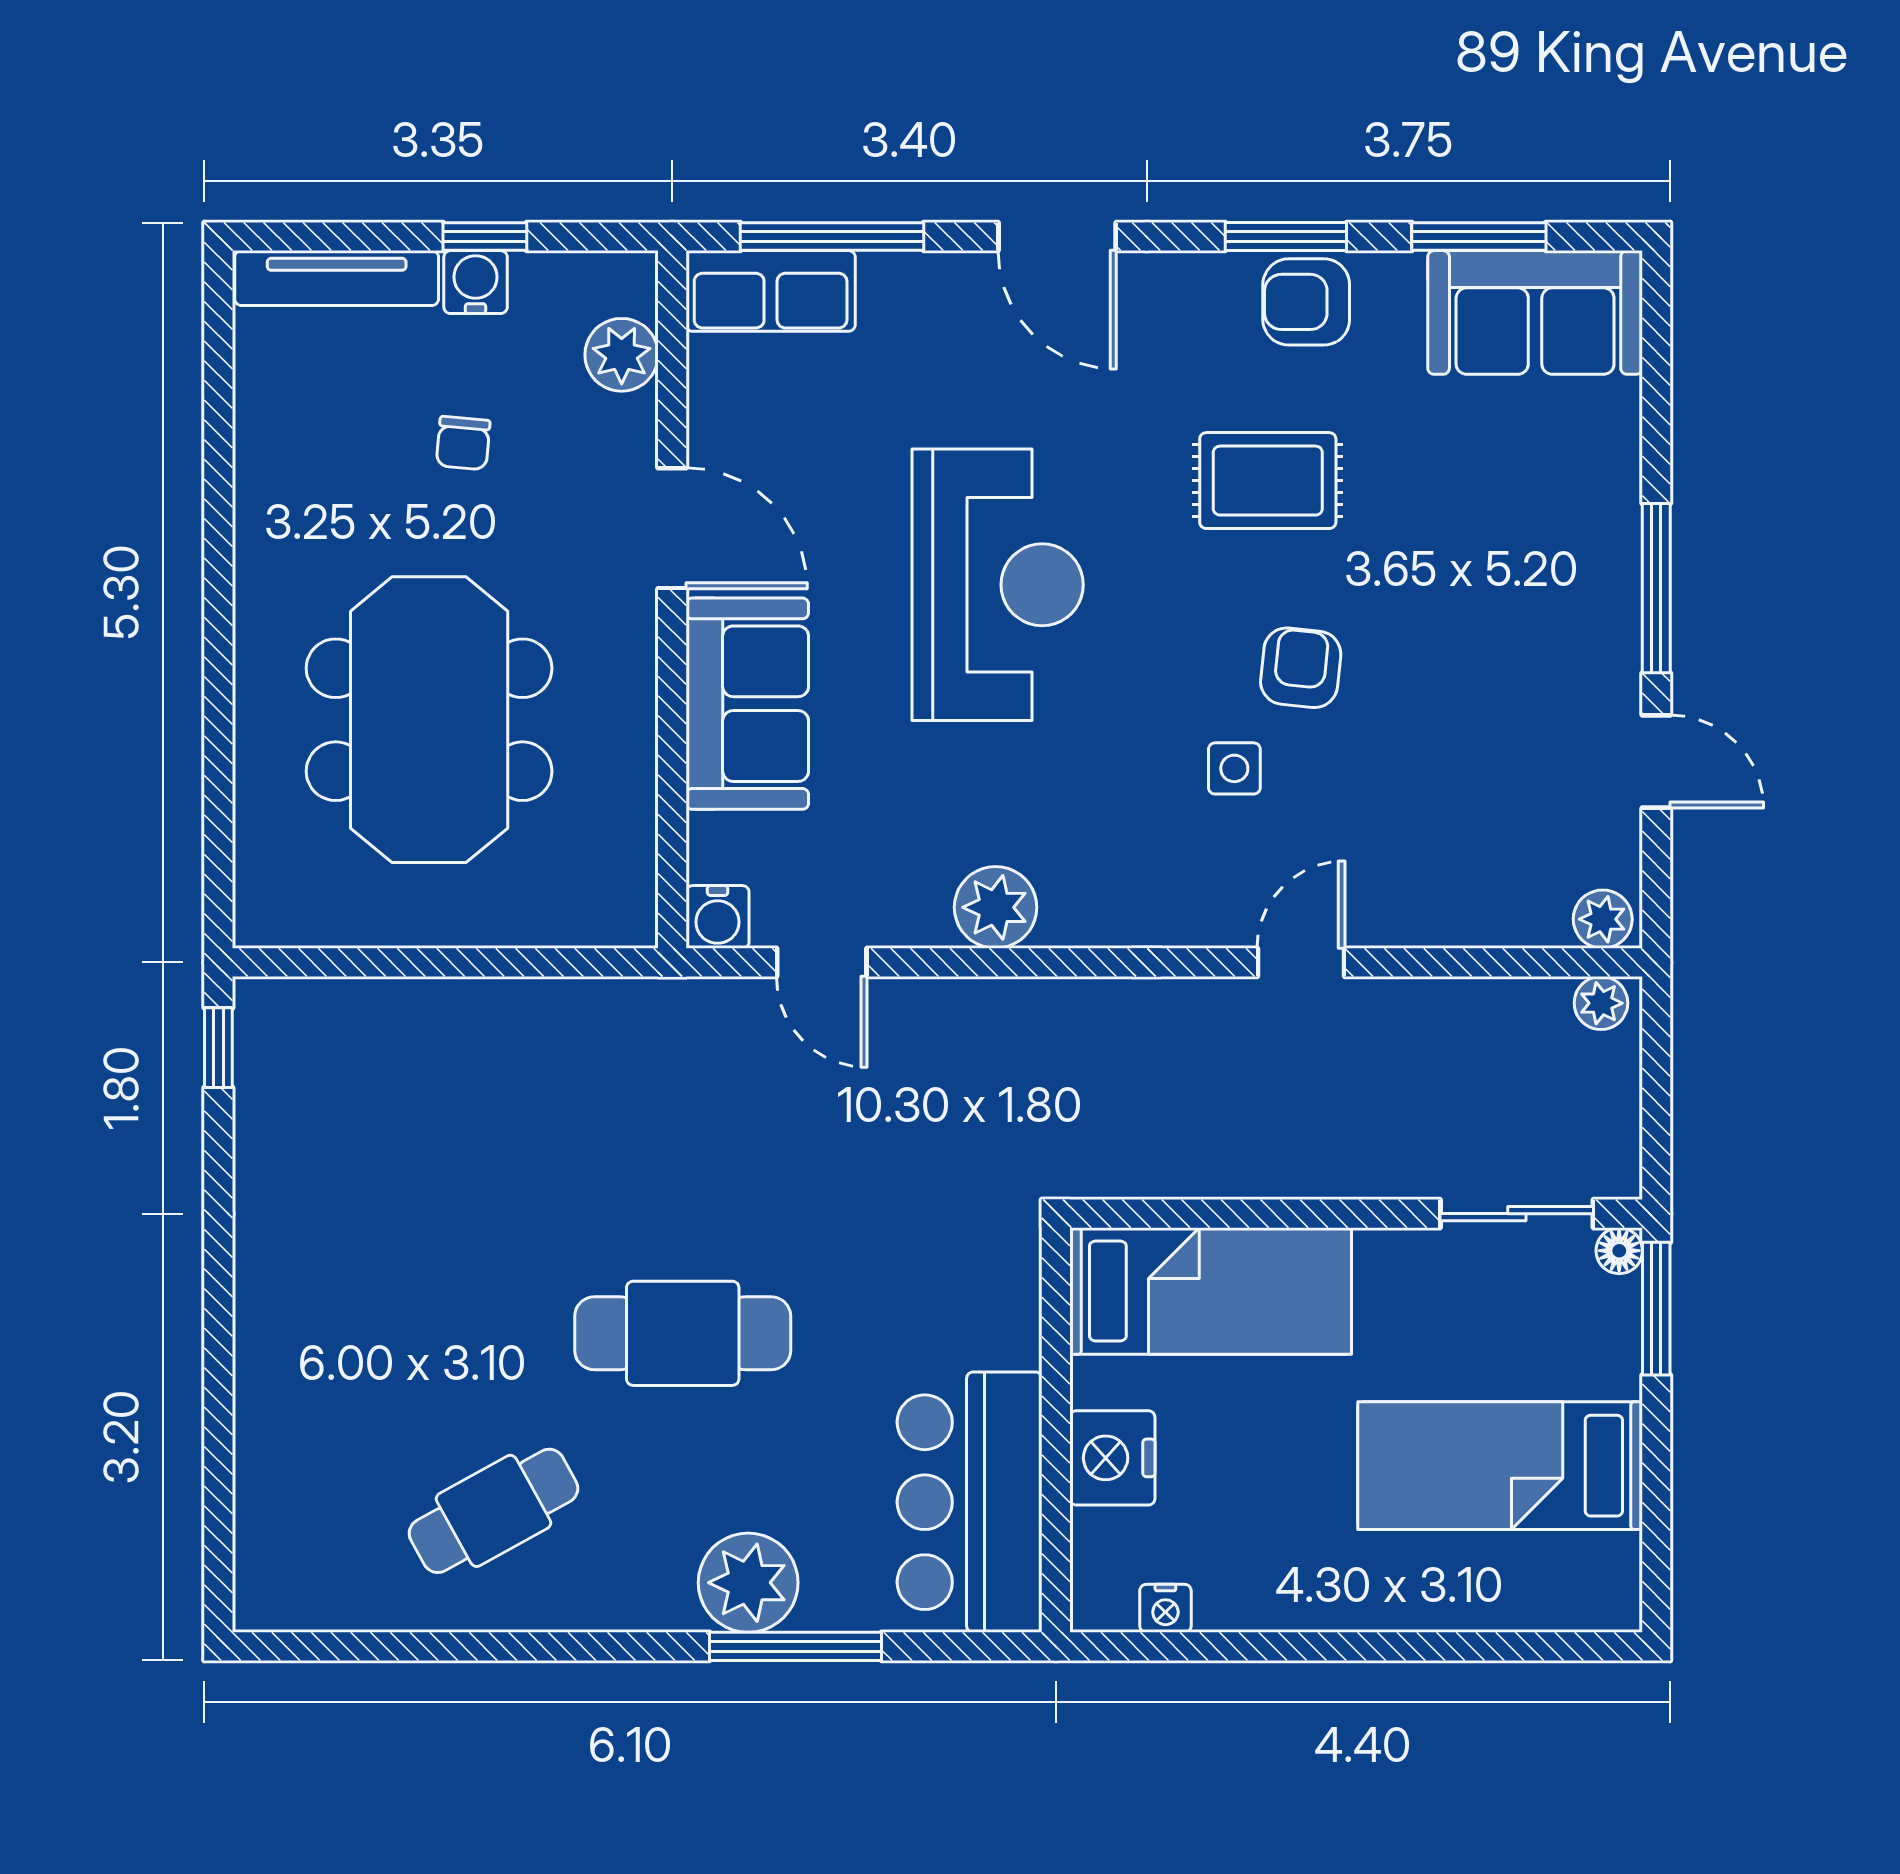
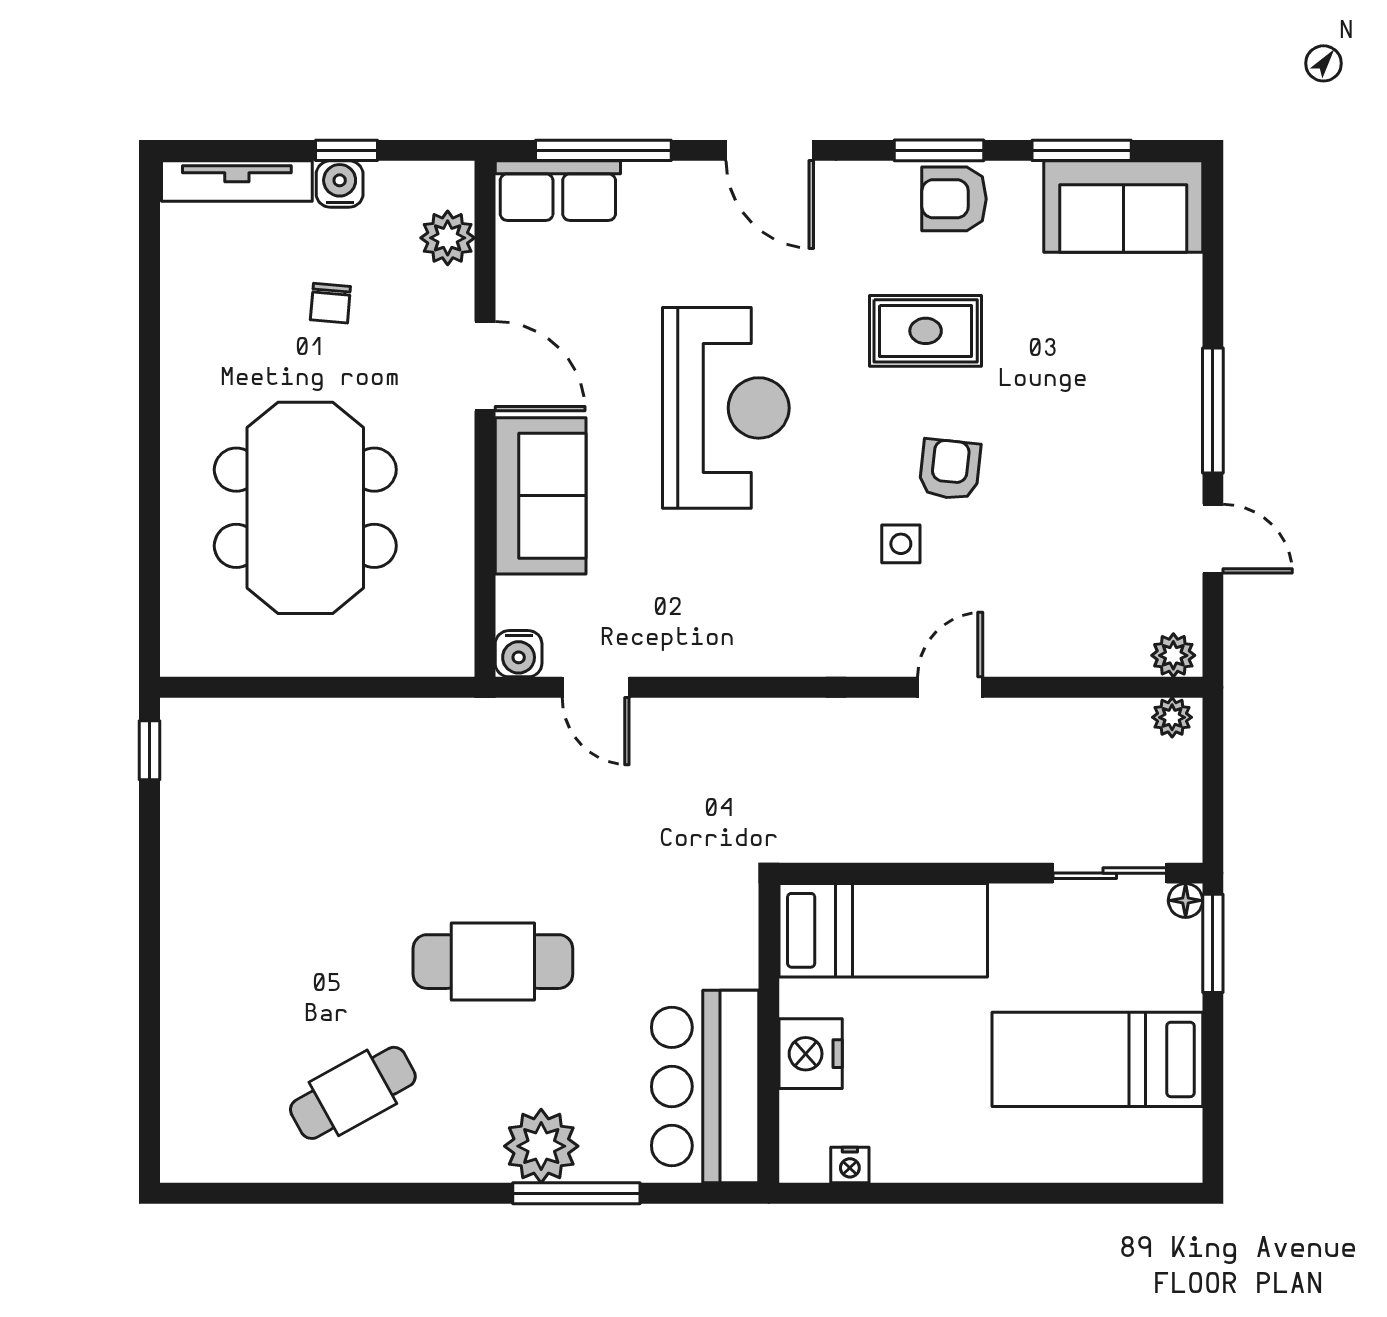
plant: (996, 907) -> (724, 647), removed

